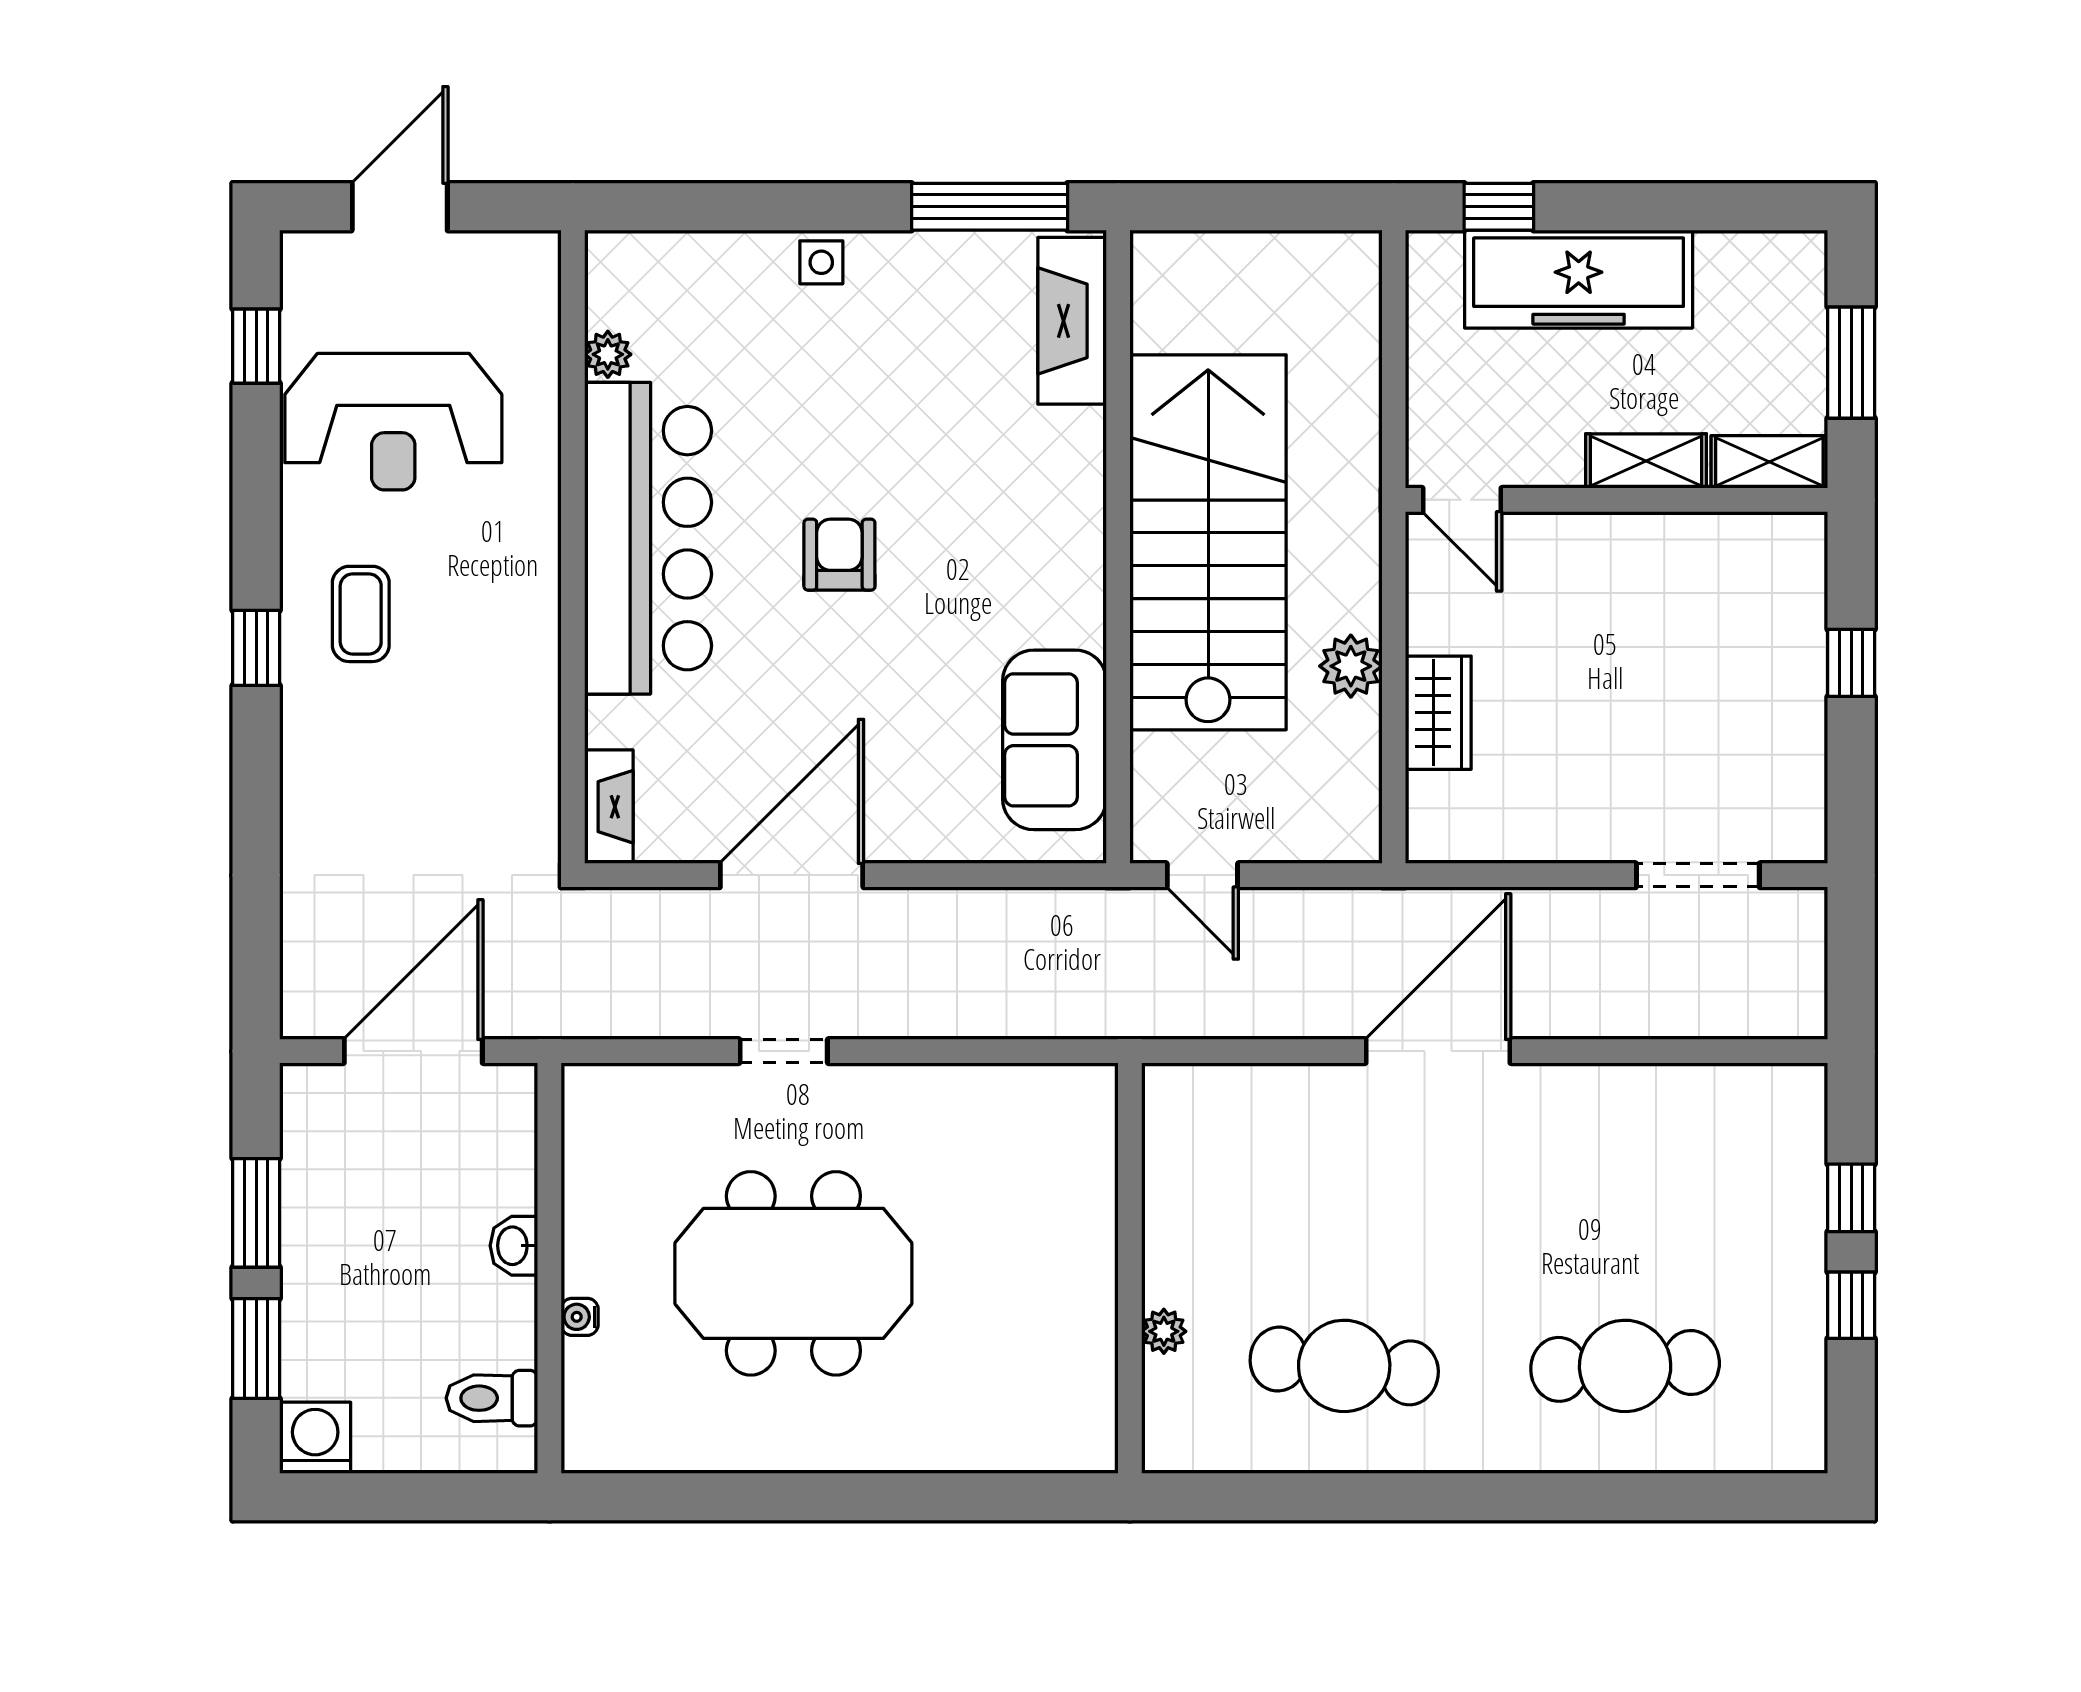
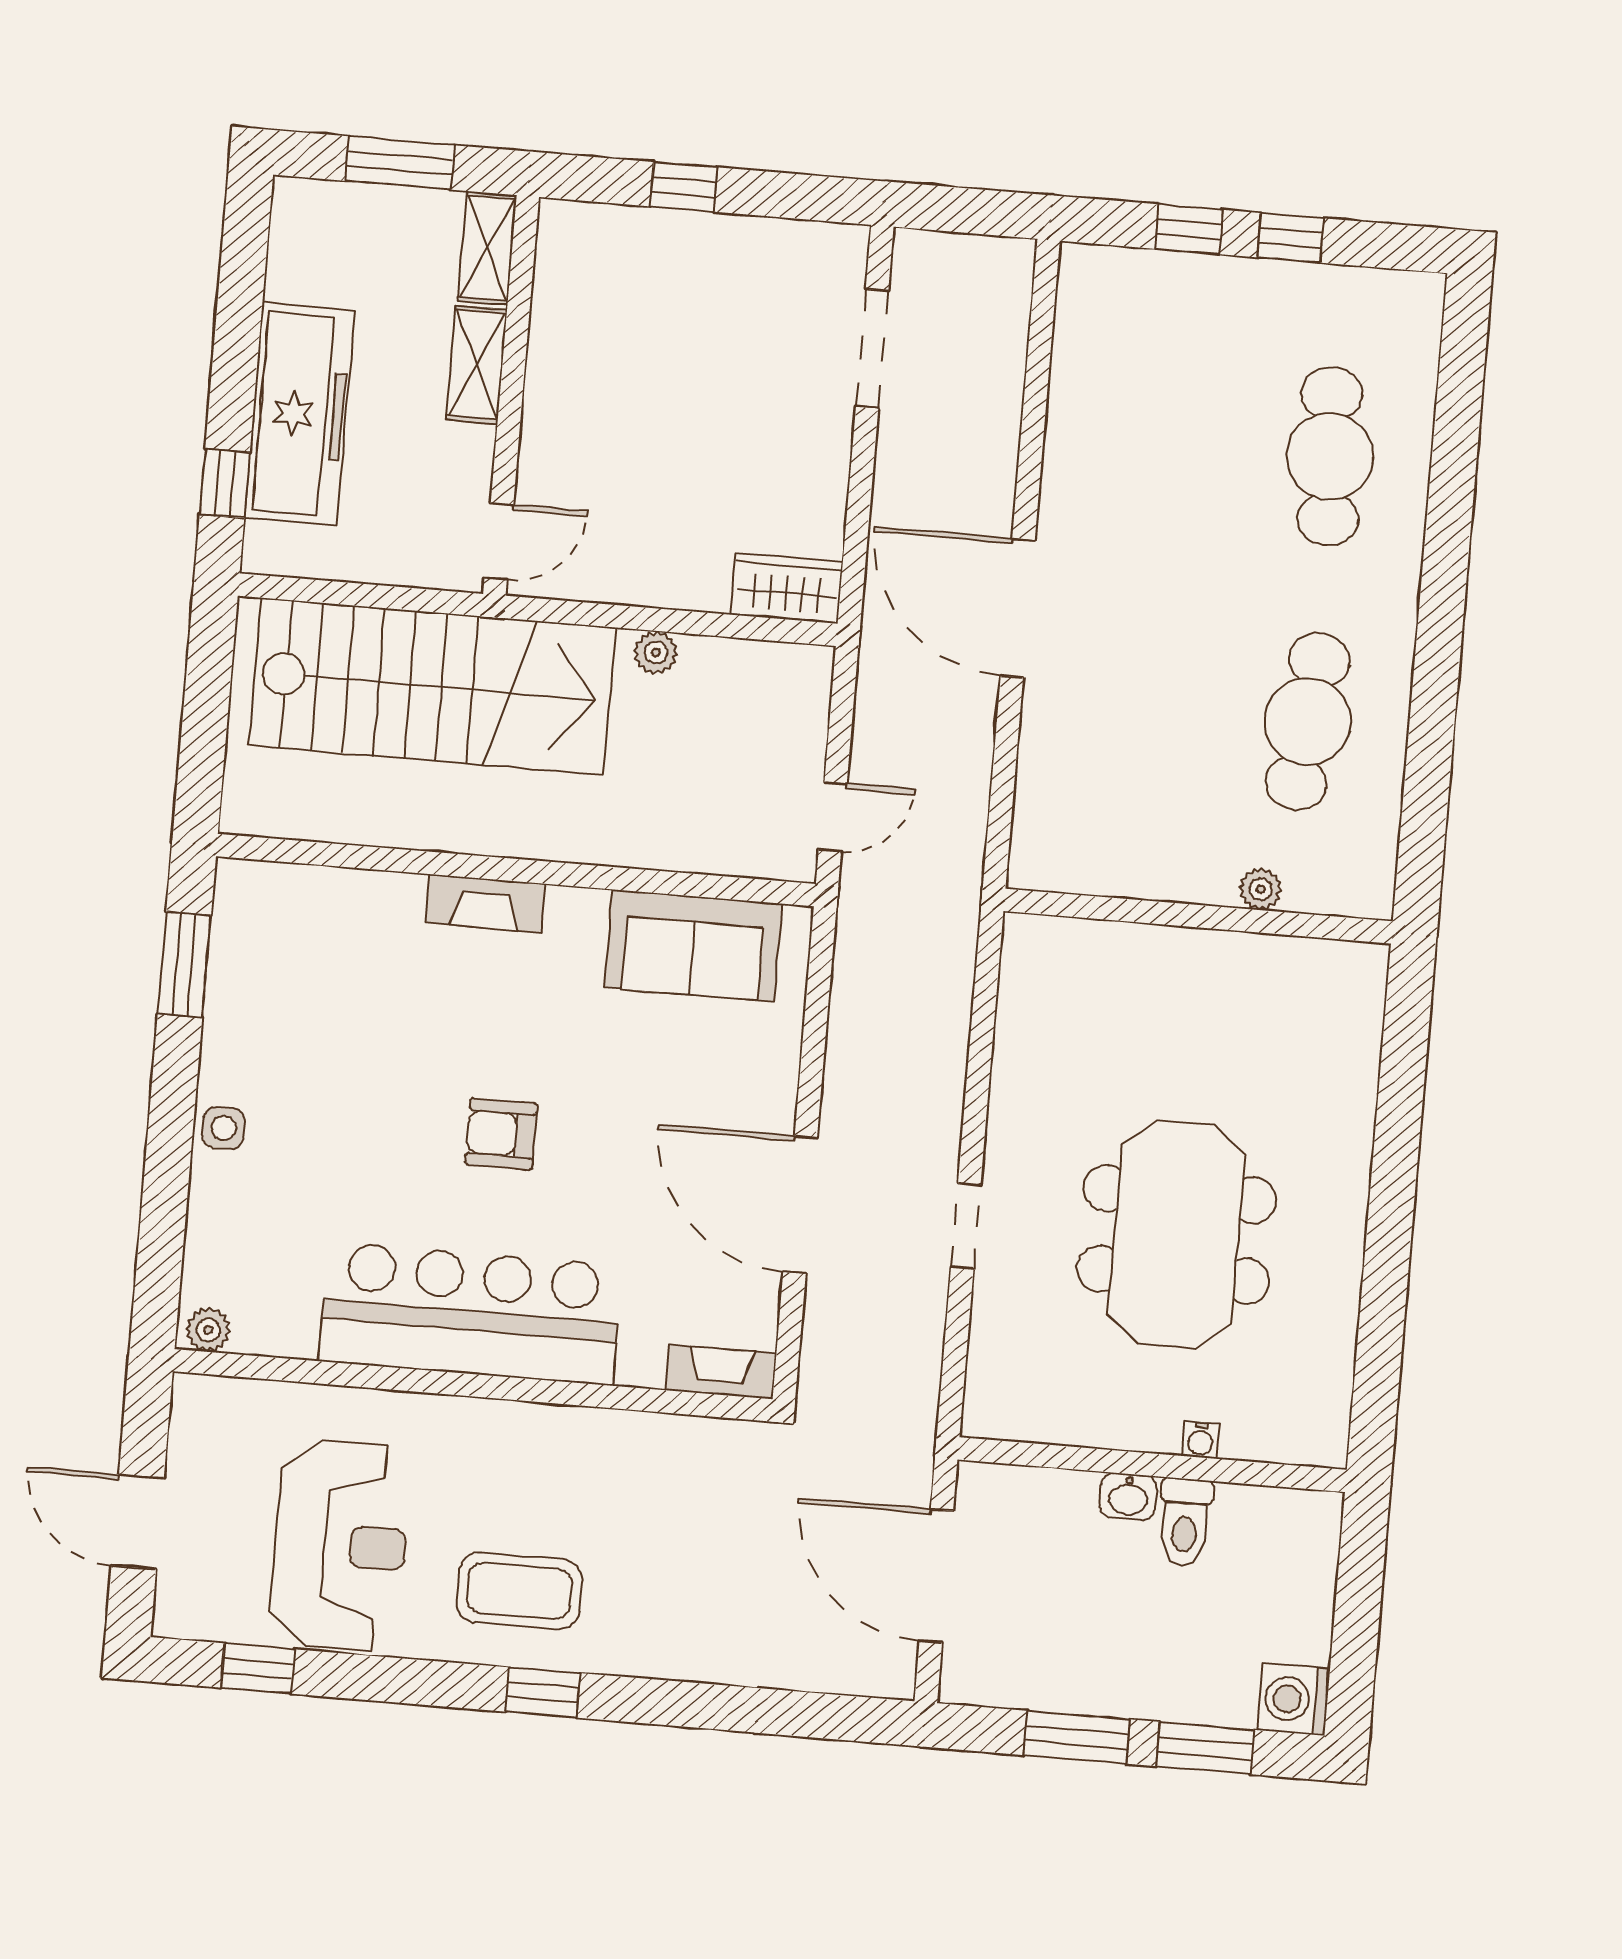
window: (990, 207) -> (184, 965), width x0.69
fireplace: (1072, 321) -> (485, 903), moved, width x0.73, depth x0.76
plant: (608, 354) -> (208, 1330), moved
stairs: (1208, 542) -> (432, 686), moved, turned 180
coffee table: (361, 614) -> (519, 1591), width x1.36, depth x1.30
plant: (1351, 666) -> (656, 652), width x0.73, depth x0.73
wardrobe: (1438, 713) -> (787, 588), moved
toilet: (492, 1398) -> (1185, 1522), moved

